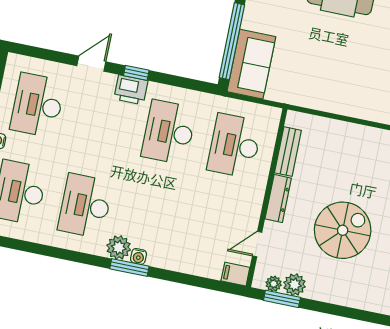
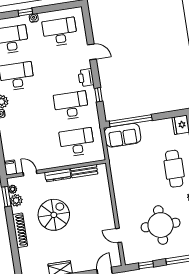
window: (136, 73) -> (98, 95), moved
spiral stairs: (343, 230) -> (54, 215), turned -90
shoe rack: (347, 297) -> (20, 230), added

